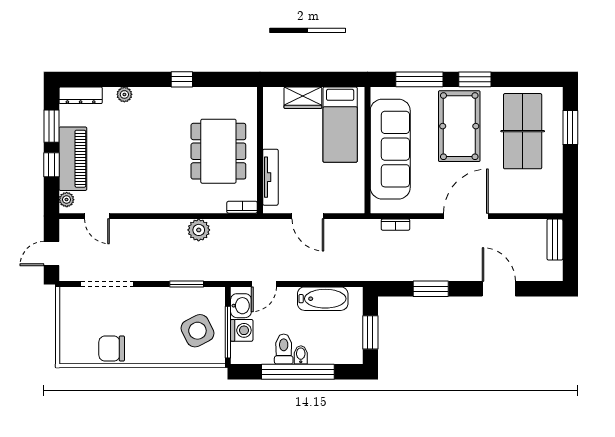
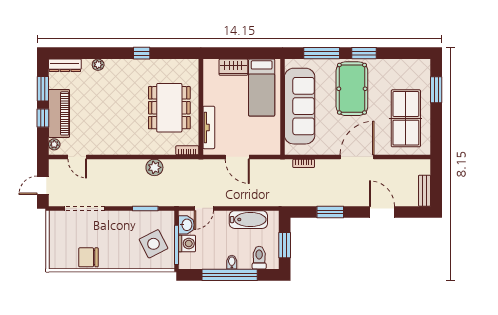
table tennis table: (523, 131) -> (406, 118), moved
bench: (555, 240) -> (424, 191), moved
toilet: (284, 349) -> (259, 258), moved

